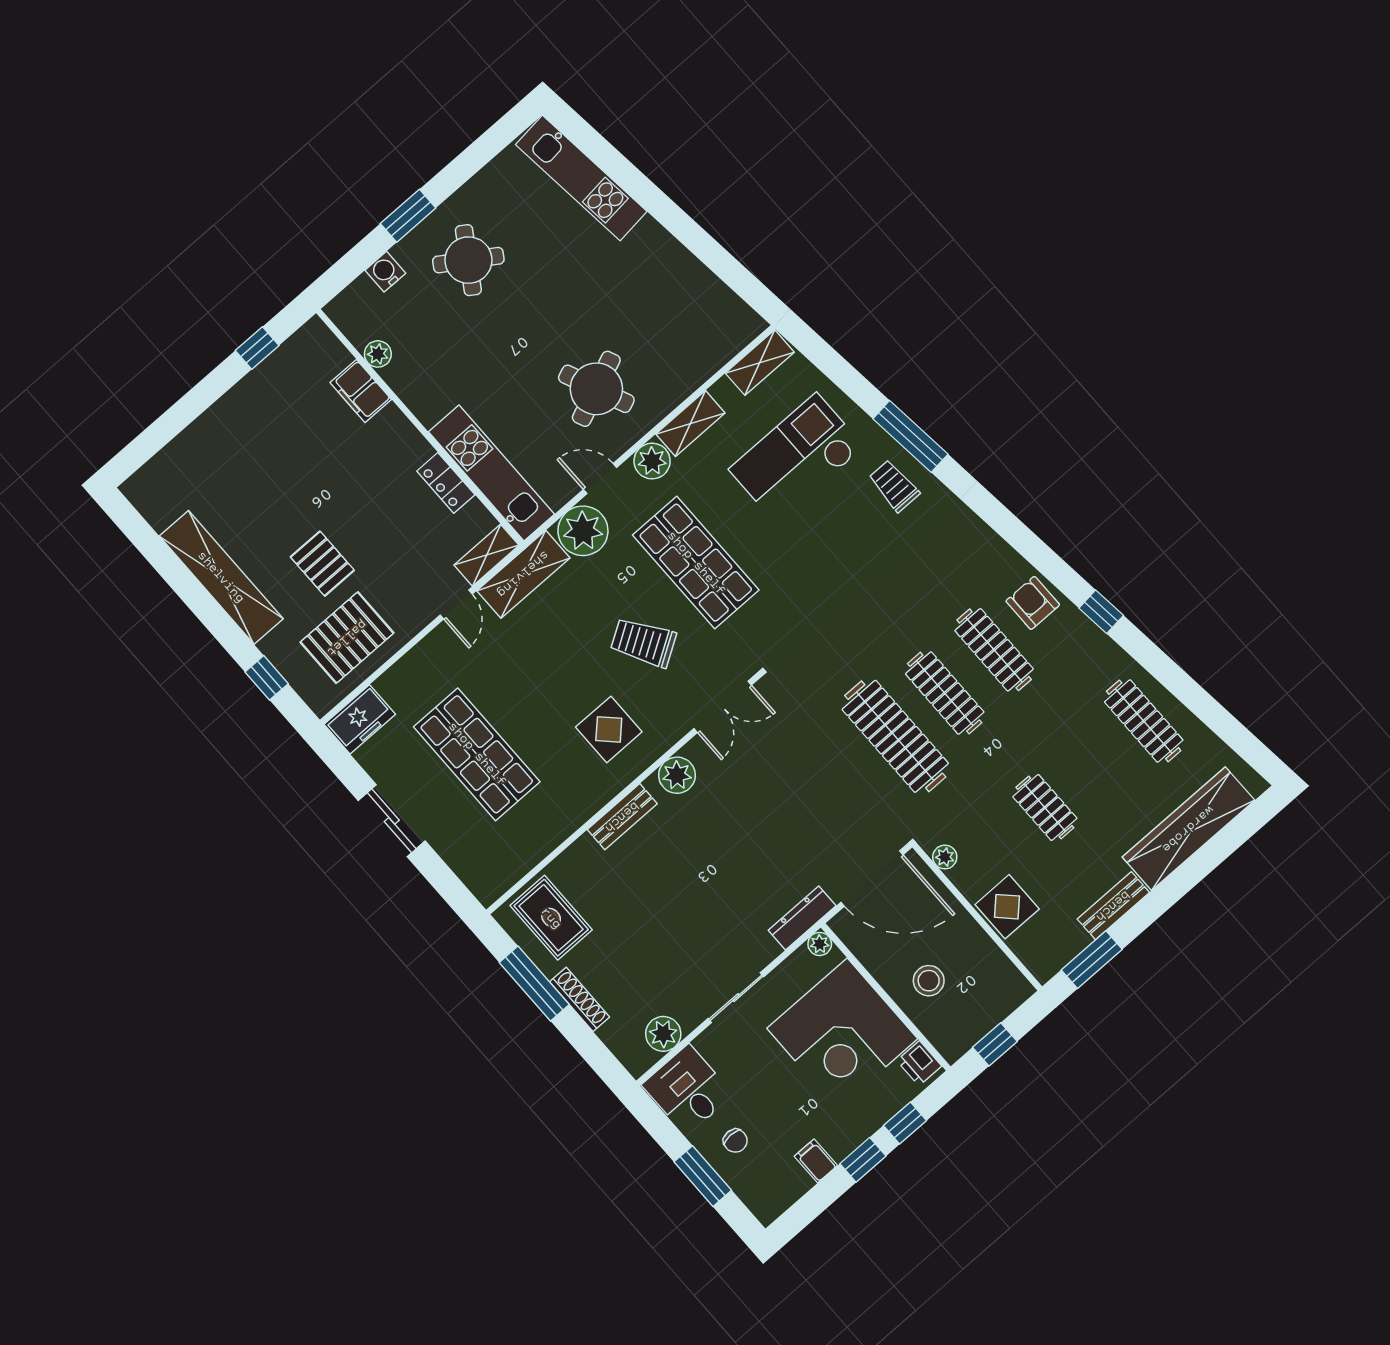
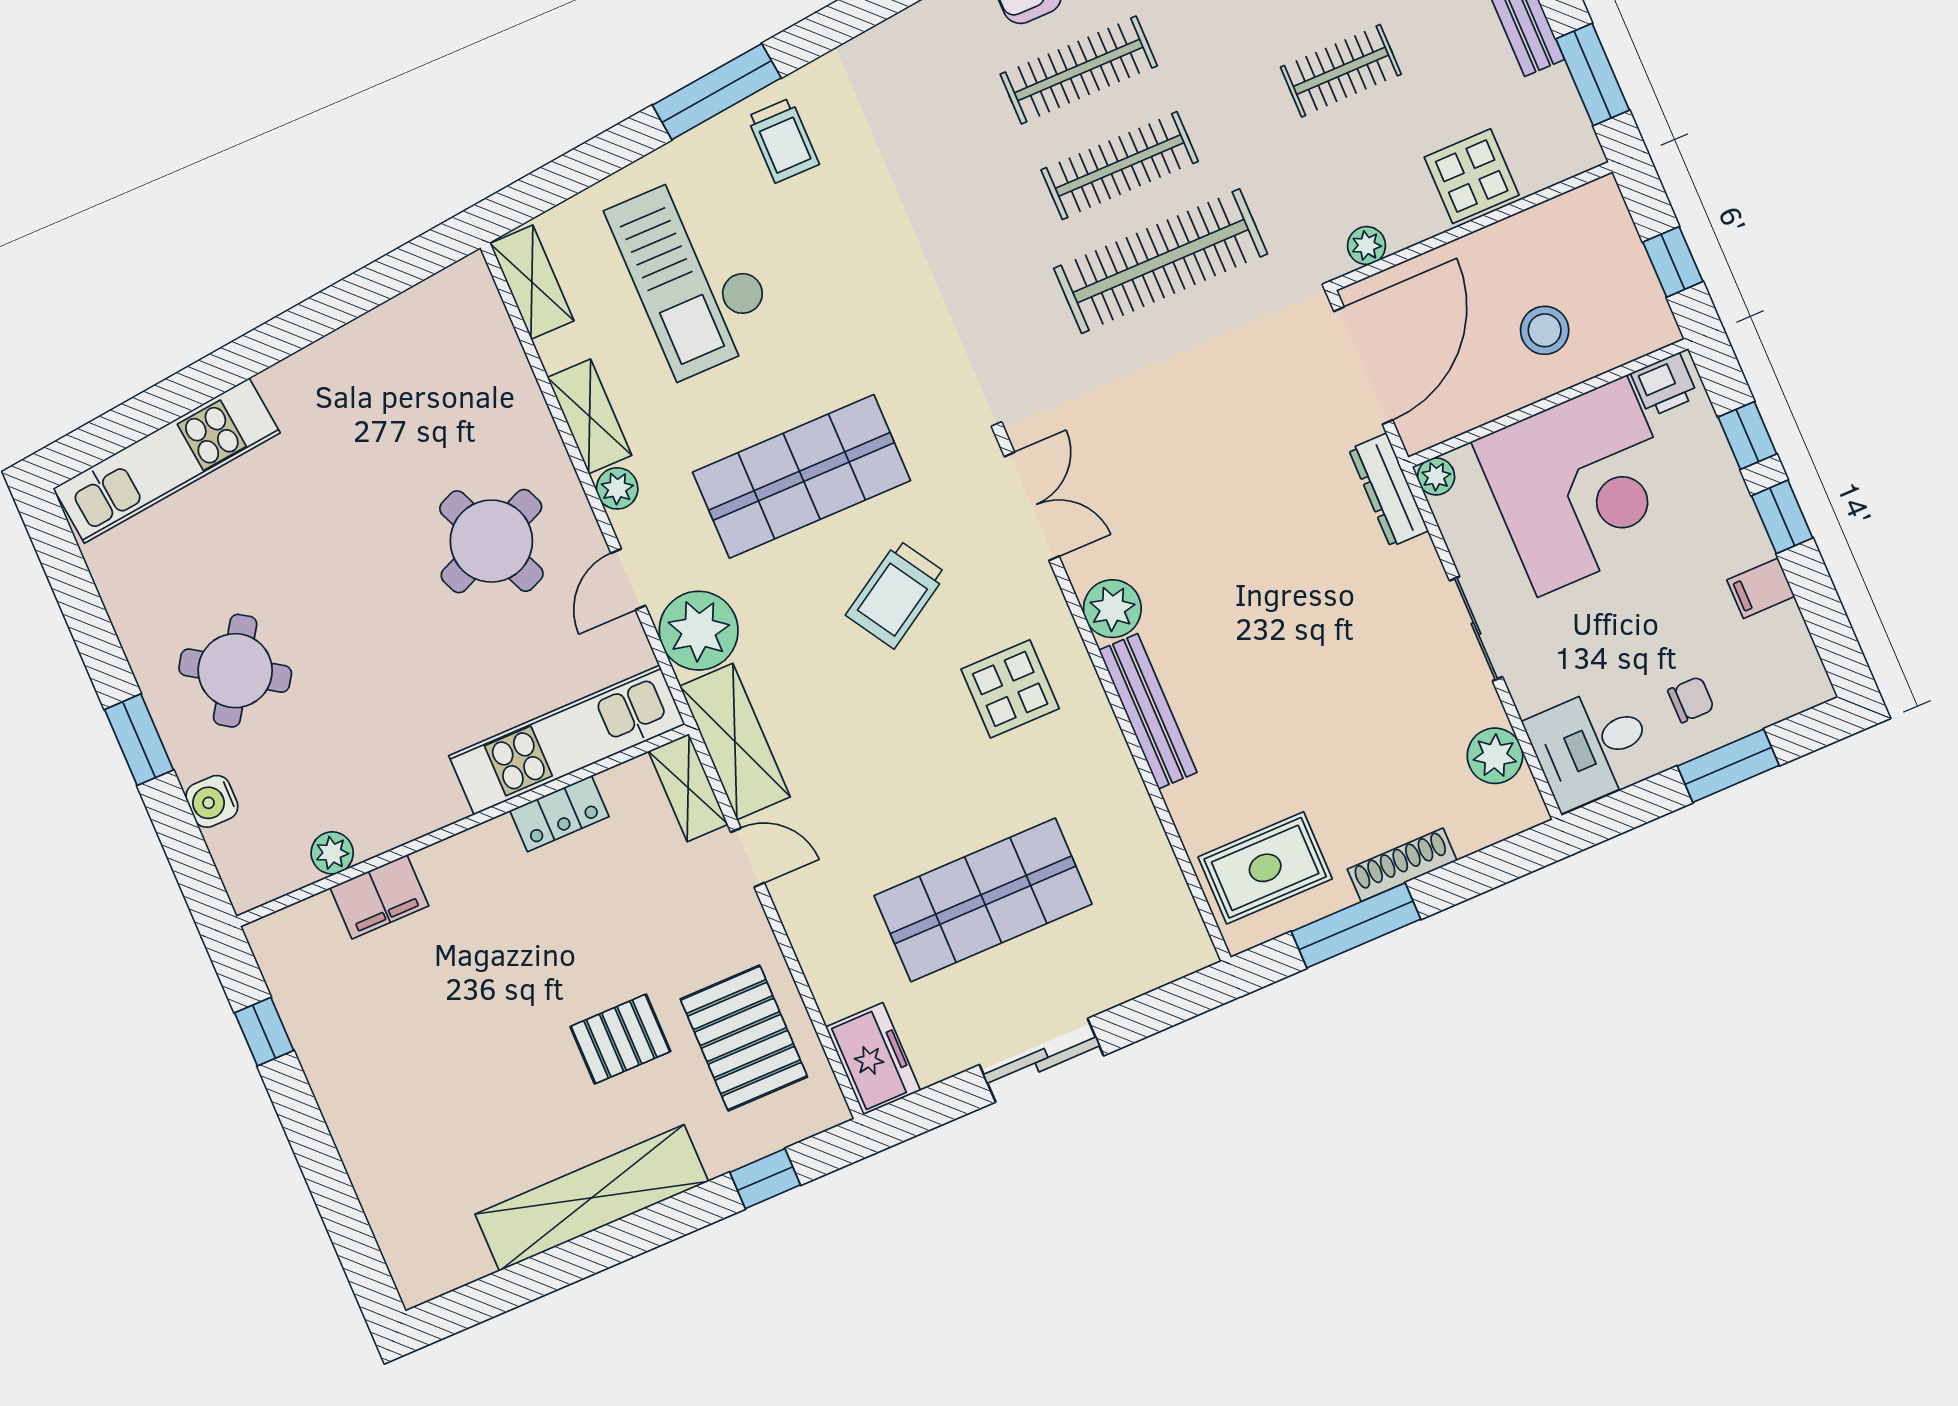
plant: (652, 461) -> (617, 488), width x0.73, depth x0.73
trolley: (894, 486) -> (783, 140), turned -90
bench: (622, 817) -> (1148, 711), width x1.36

